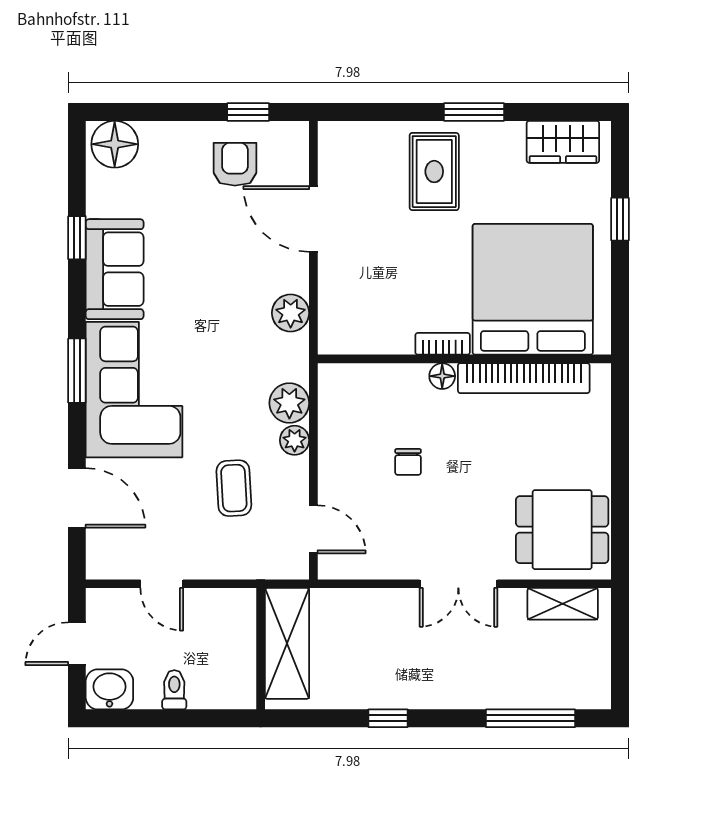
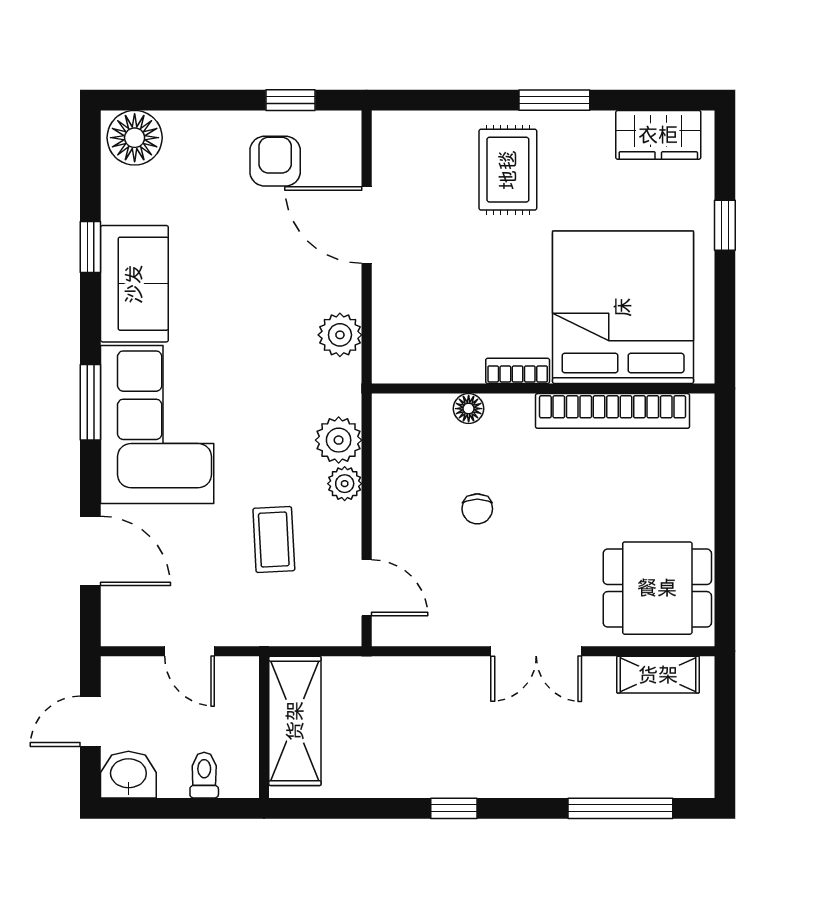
floor lamp: (442, 376) -> (469, 409), moved
shelving: (287, 643) -> (295, 721), moved
wall: (261, 649) -> (264, 727), moved

